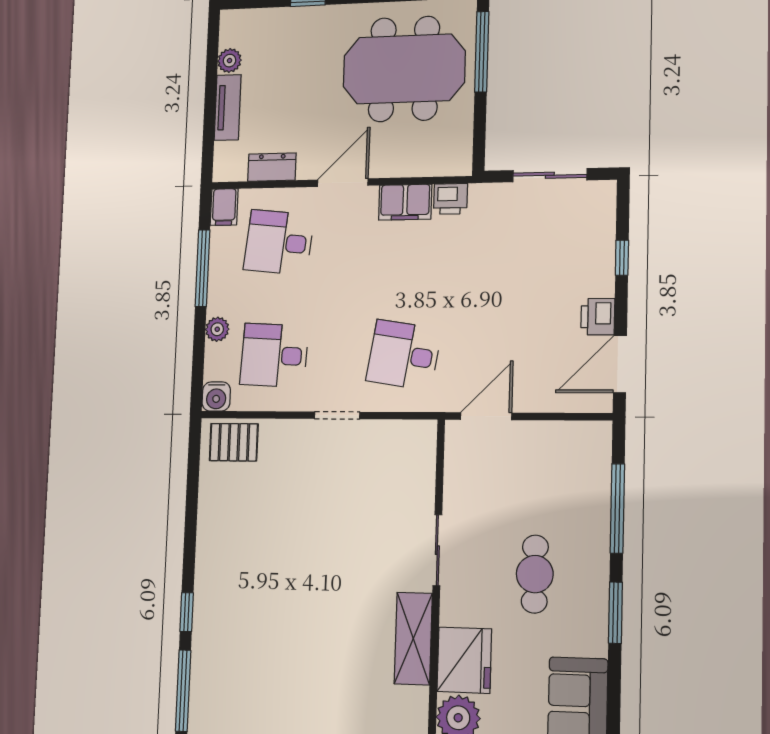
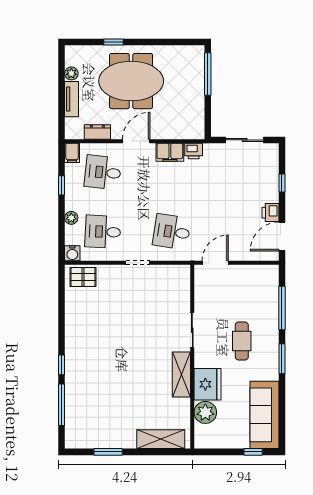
meeting table: (404, 69) -> (131, 81), moved
window: (202, 268) -> (62, 185), width x0.46

